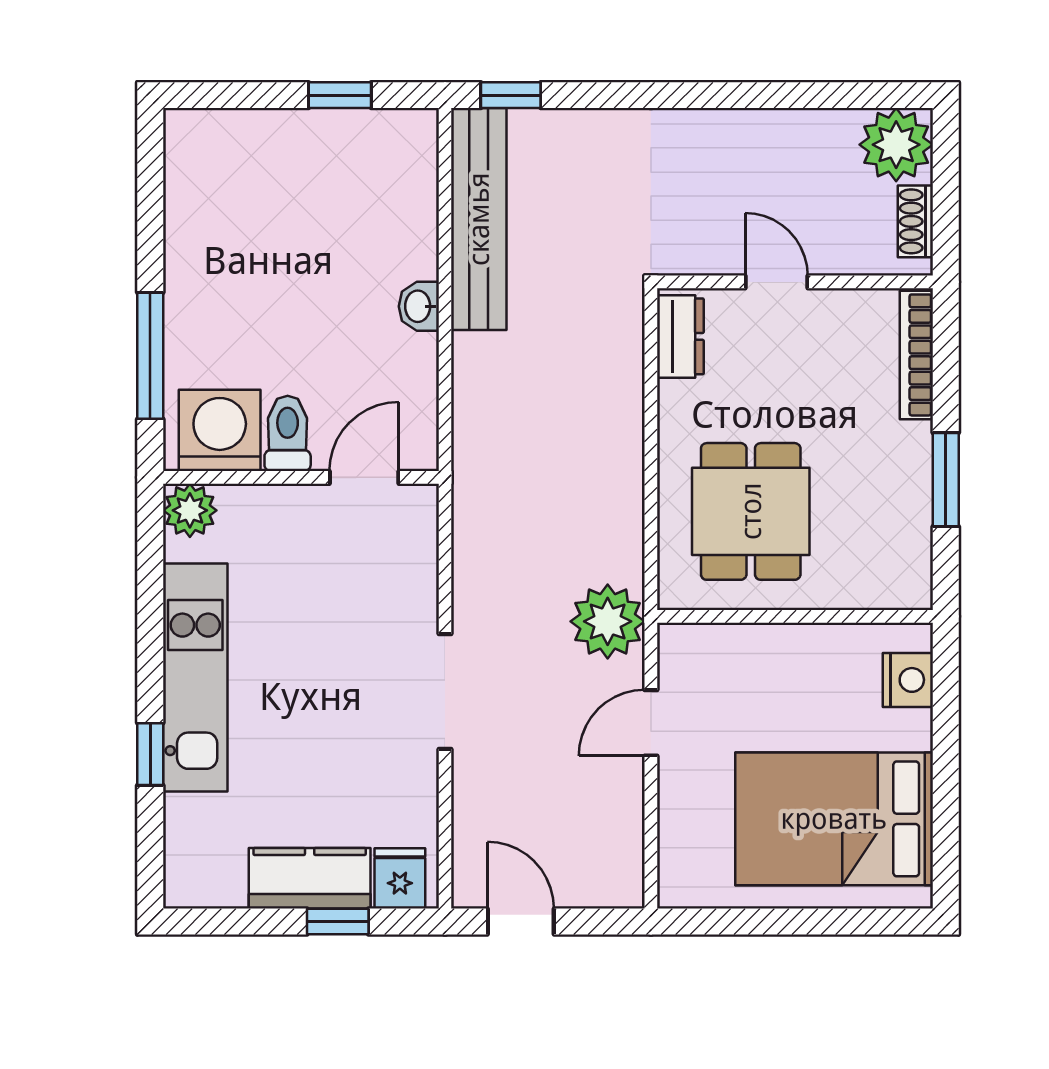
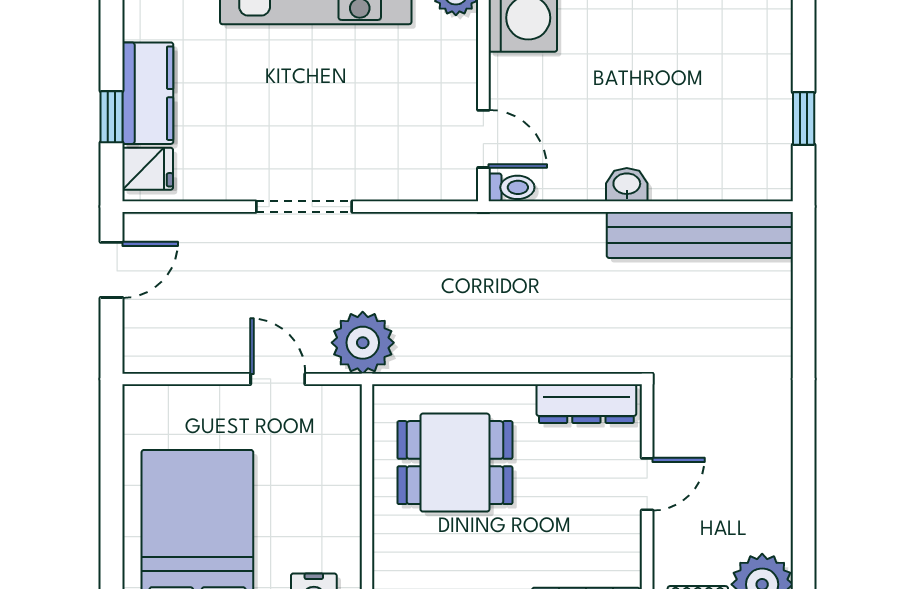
window: (511, 95) -> (804, 262), removed
dresser: (680, 336) -> (586, 404), width x1.44
toilet: (288, 433) -> (511, 187), moved, width x0.73, depth x0.72

